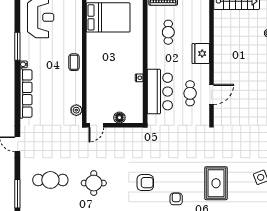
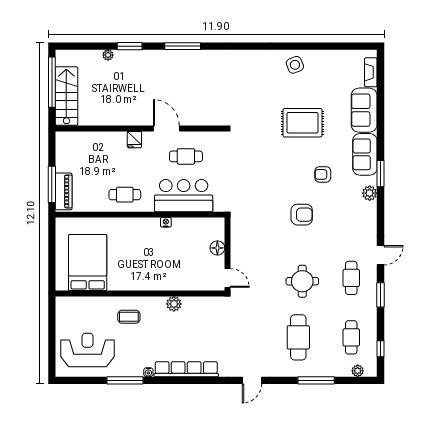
cafe table: (168, 32) -> (125, 195), moved
fridge: (201, 54) -> (134, 140), width x0.53, depth x0.75
coffee table: (74, 62) -> (129, 317), moved
door: (212, 94) -> (166, 129), moved
plant: (76, 110) -> (174, 304), moved
armchair: (145, 183) -> (302, 215), turned 90

